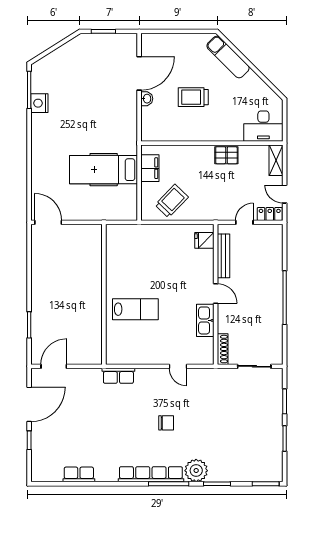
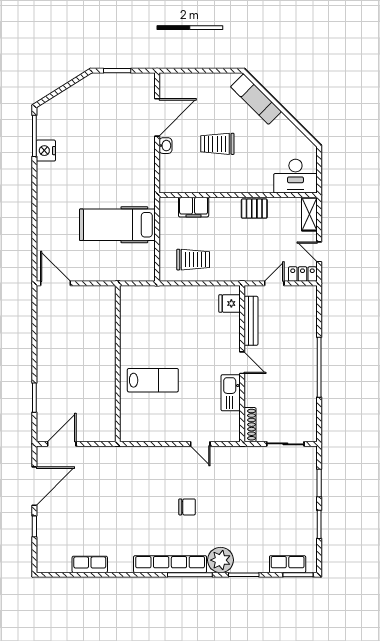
filing cabinet: (150, 168) -> (194, 207), moved, turned 90
trolley: (172, 201) -> (193, 260), turned 46
row of seats: (118, 376) -> (288, 564), moved, turned 180

